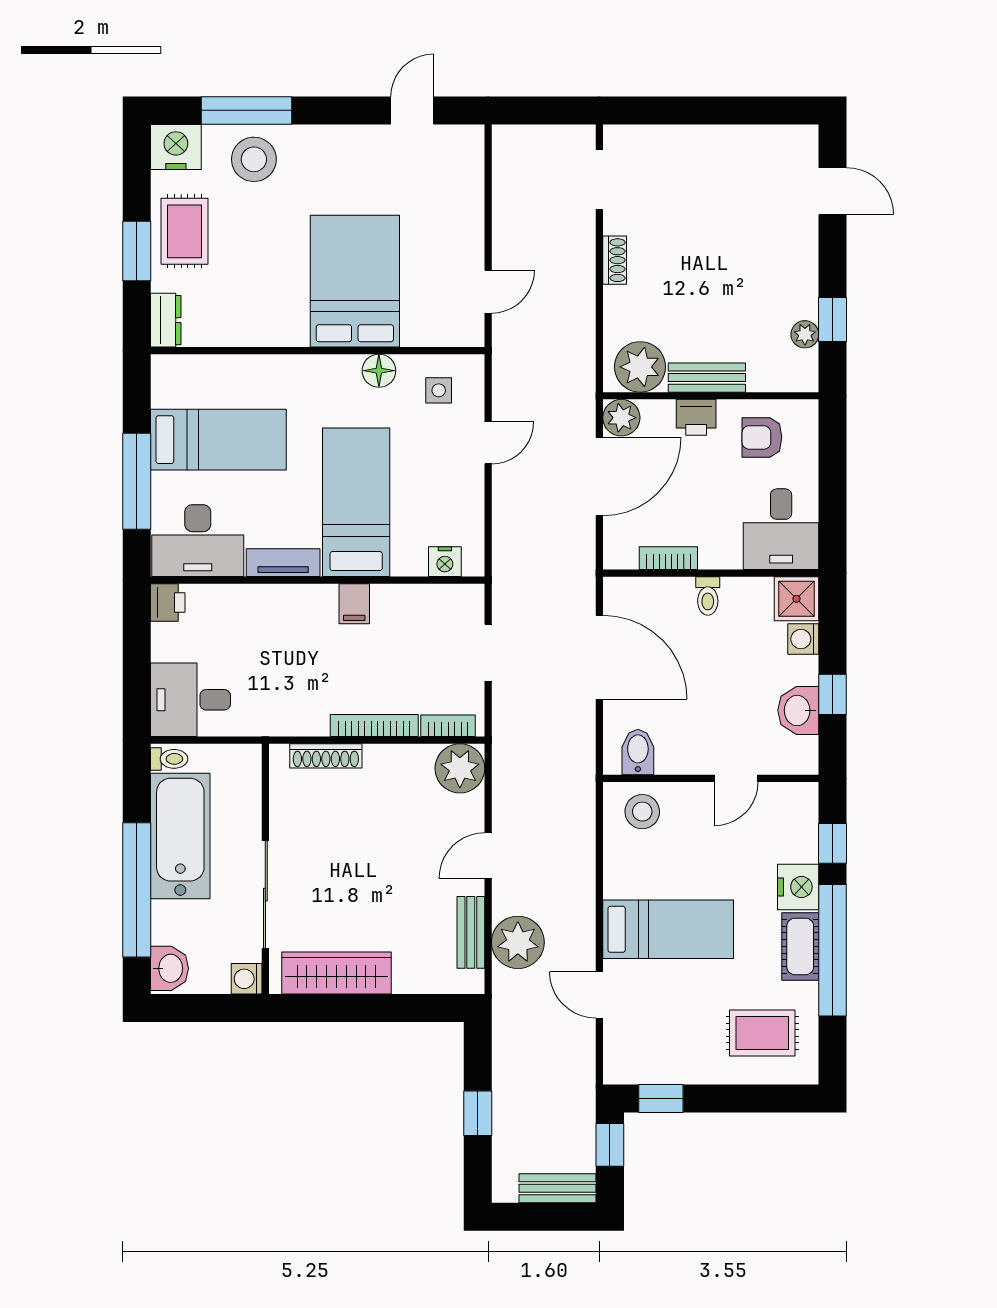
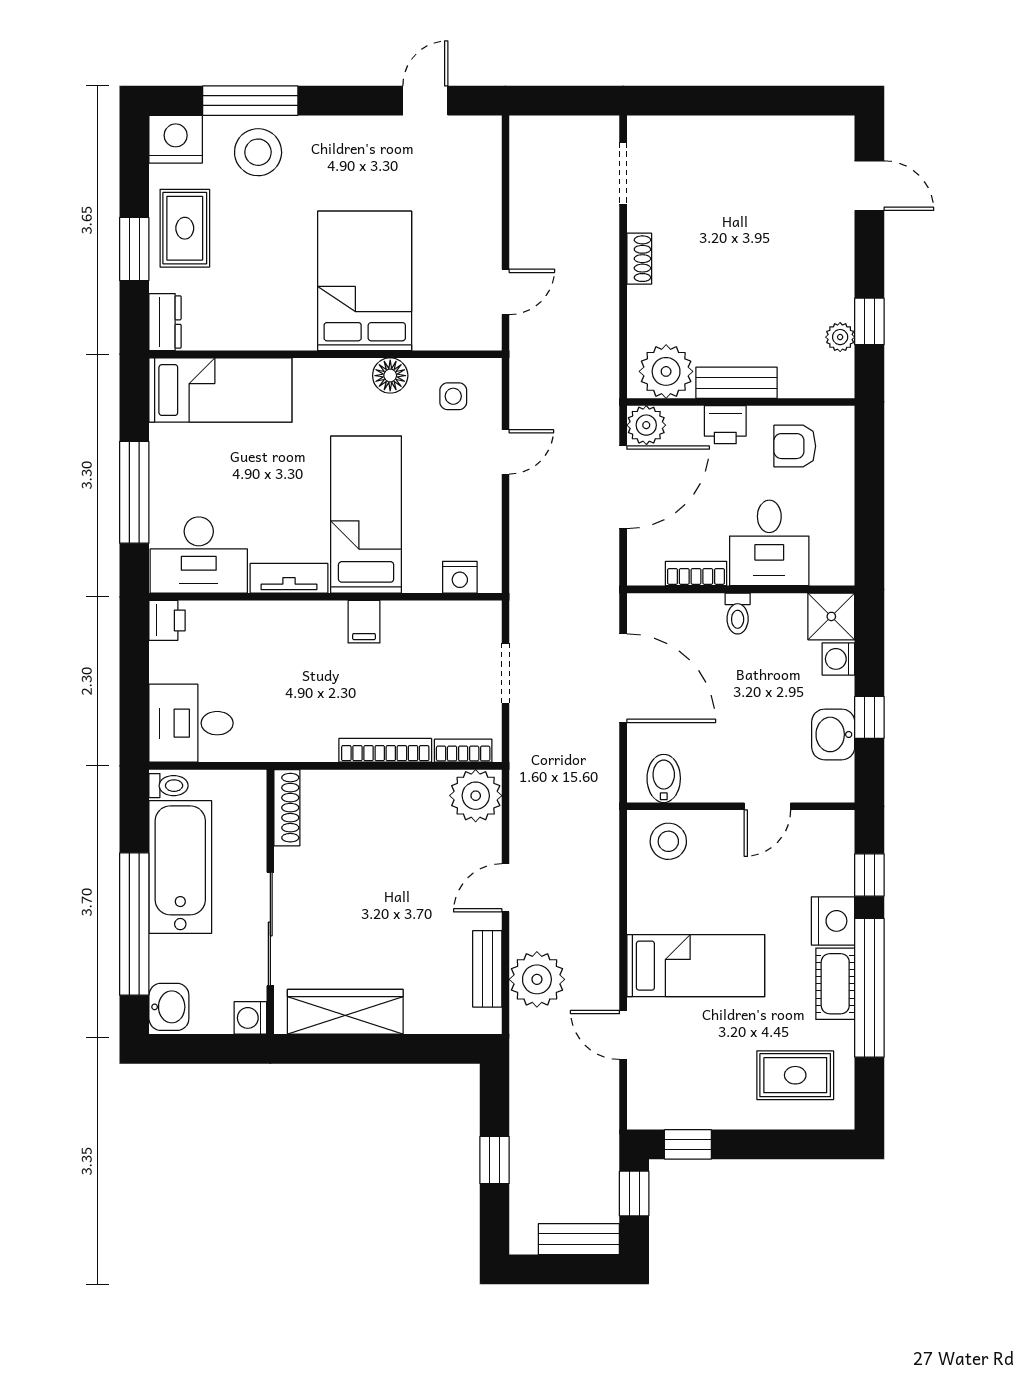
bed: (218, 440) -> (220, 390), moved
desk: (781, 529) -> (769, 543), moved
shoe rack: (326, 756) -> (287, 808), moved, turned -90

